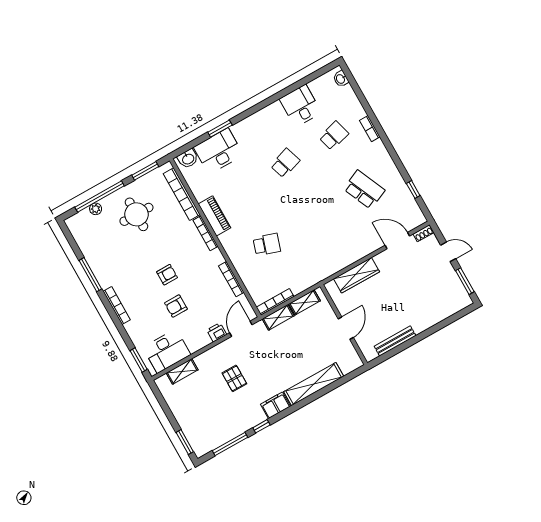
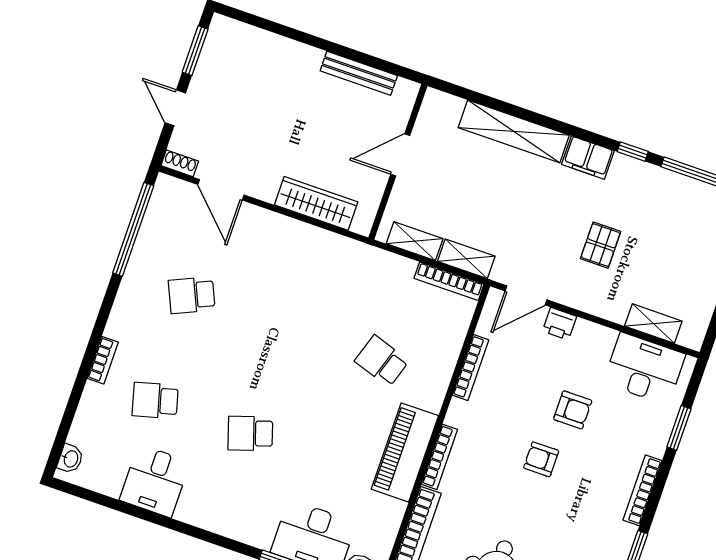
school desk: (364, 190) -> (192, 295), width x0.54
window: (413, 190) -> (133, 229), width x3.17
piano: (214, 216) -> (405, 452), width x1.37, depth x1.33
window: (139, 360) -> (679, 428), moved

